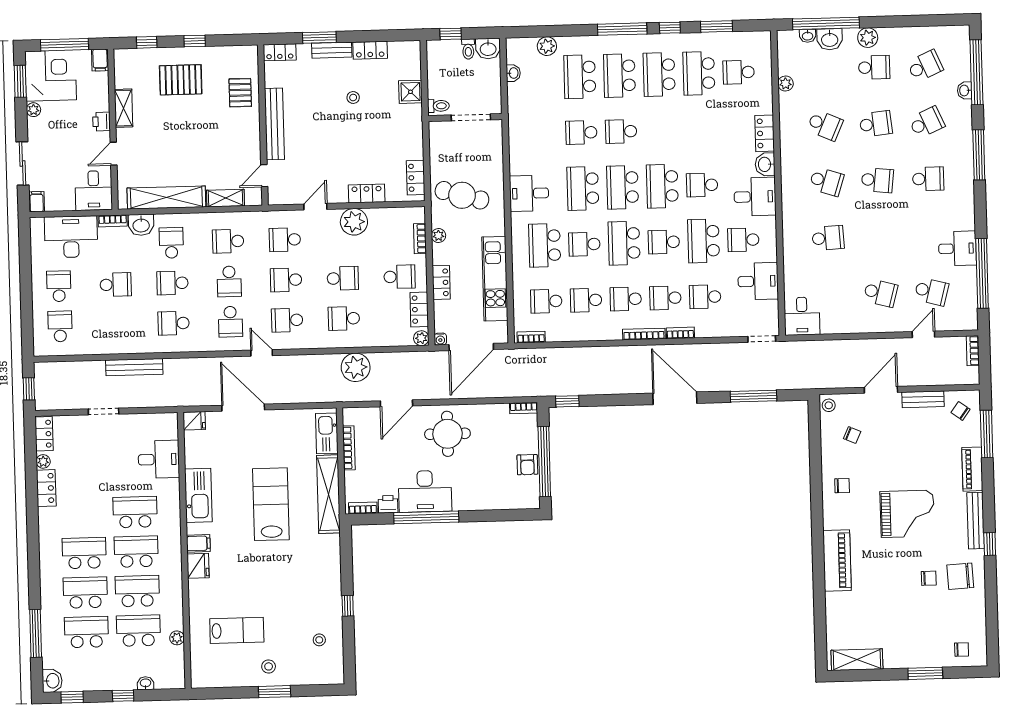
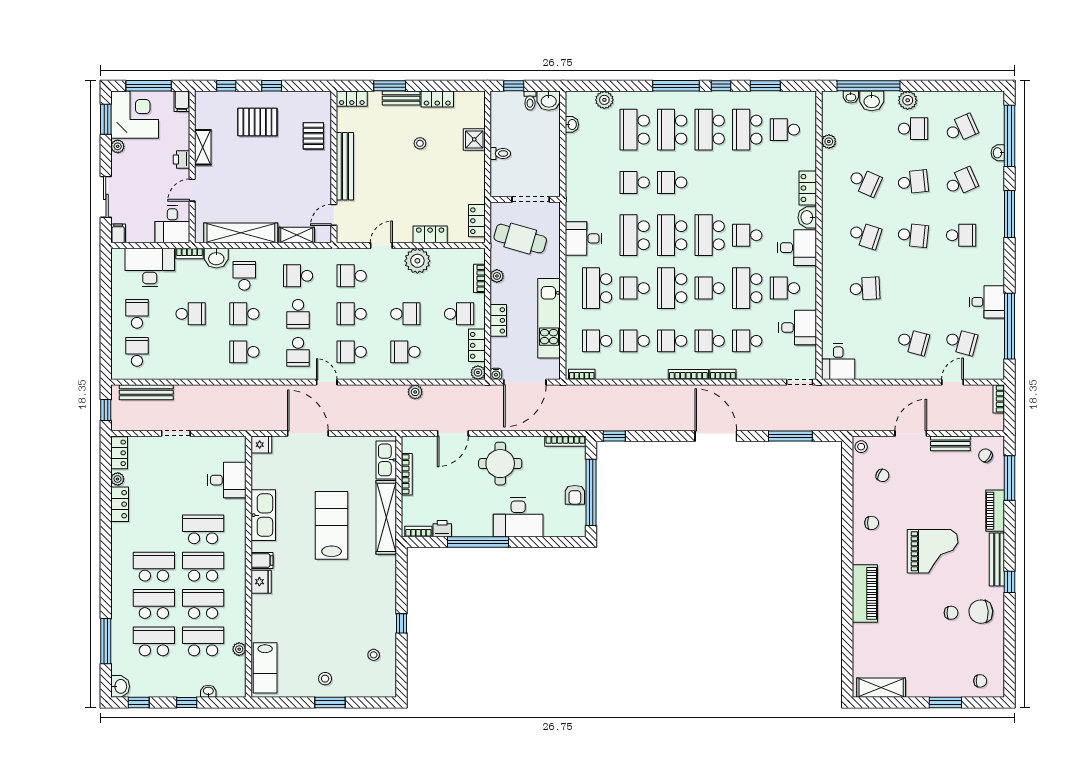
doorway: (471, 117) -> (531, 199), moved
wall: (465, 118) -> (525, 199), moved
bench: (134, 367) -> (146, 392), moved
plant: (356, 367) -> (415, 392), width x0.53, depth x0.53
bookcase: (524, 408) -> (565, 441), width x1.56
desk: (425, 491) -> (518, 517), moved
lab bench: (237, 630) -> (265, 668), moved, turned 90

